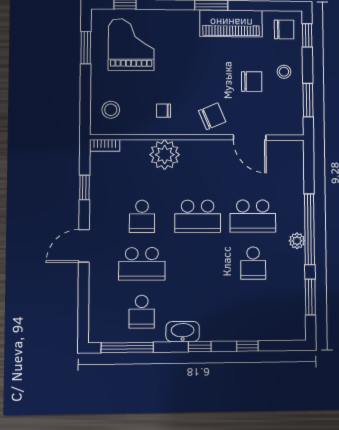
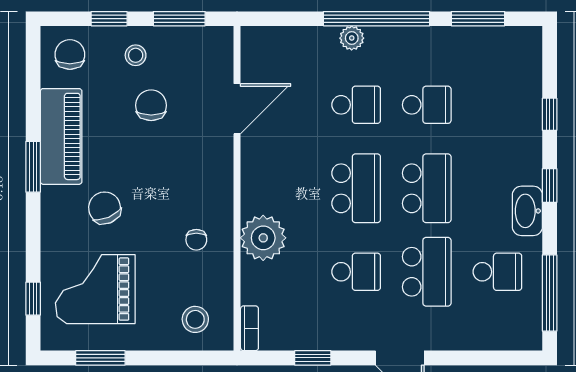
window: (307, 35) -> (109, 19), moved
chair: (212, 116) -> (105, 208), moved
school desk: (253, 216) -> (356, 105), width x0.54
plant: (297, 241) -> (352, 38), moved
school desk: (198, 263) -> (427, 188), added

